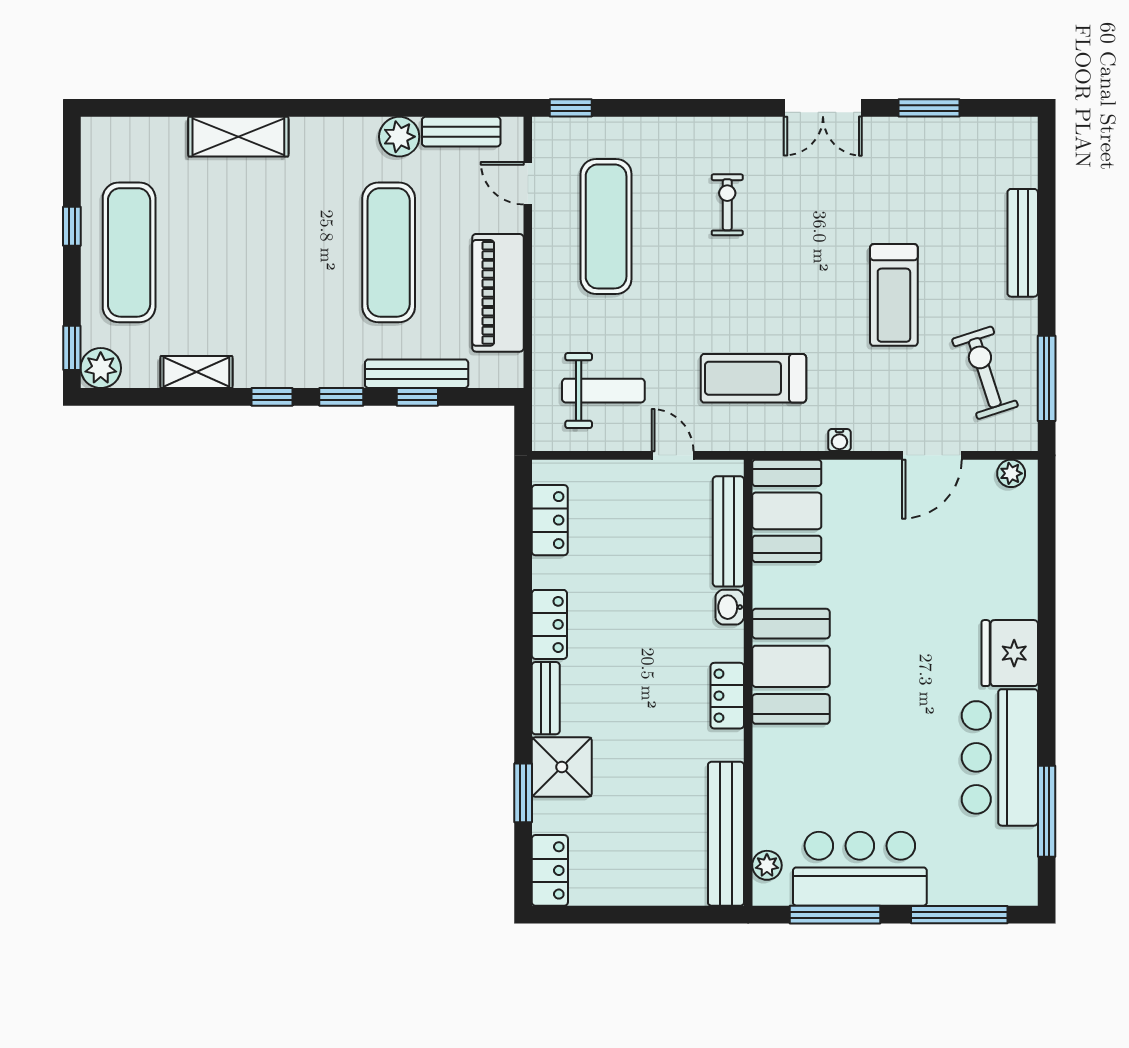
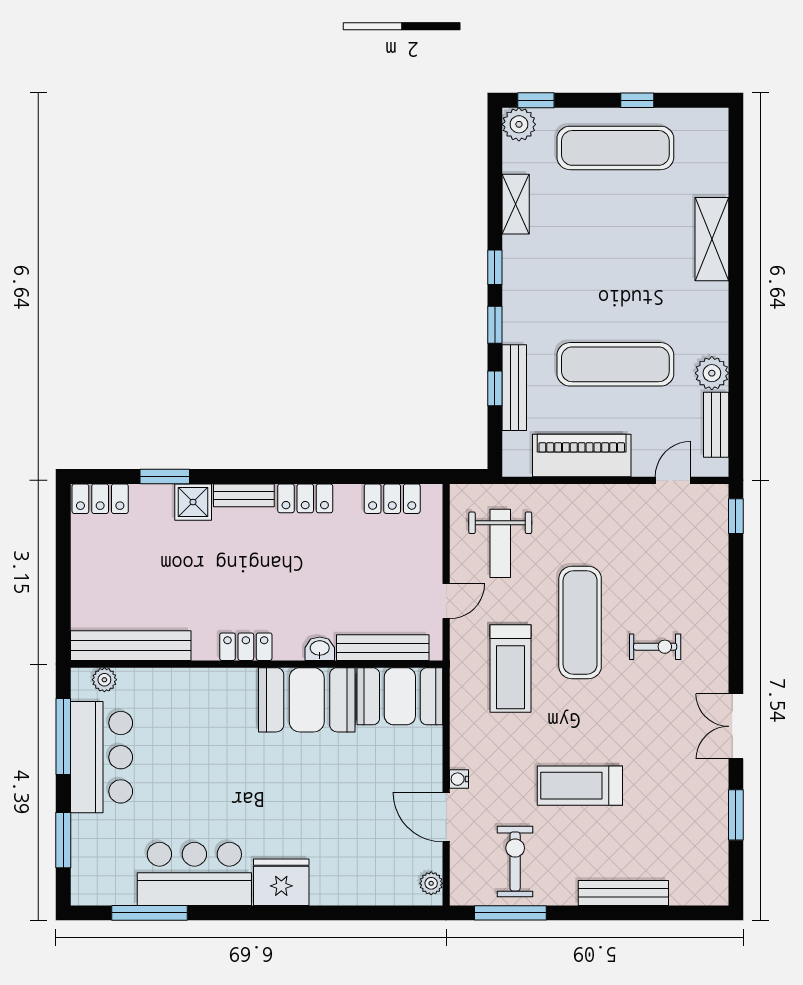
exercise mat: (606, 226) -> (580, 623), moved, turned 90
exercise bike: (985, 373) -> (515, 861), turned -72
treadmill: (753, 378) -> (510, 668), turned 180
water cooler: (839, 440) -> (459, 779), moved
booth: (791, 666) -> (307, 700), moved
shower: (562, 767) -> (193, 502), width x0.73, depth x0.73
window: (959, 915) -> (63, 840), width x0.69

